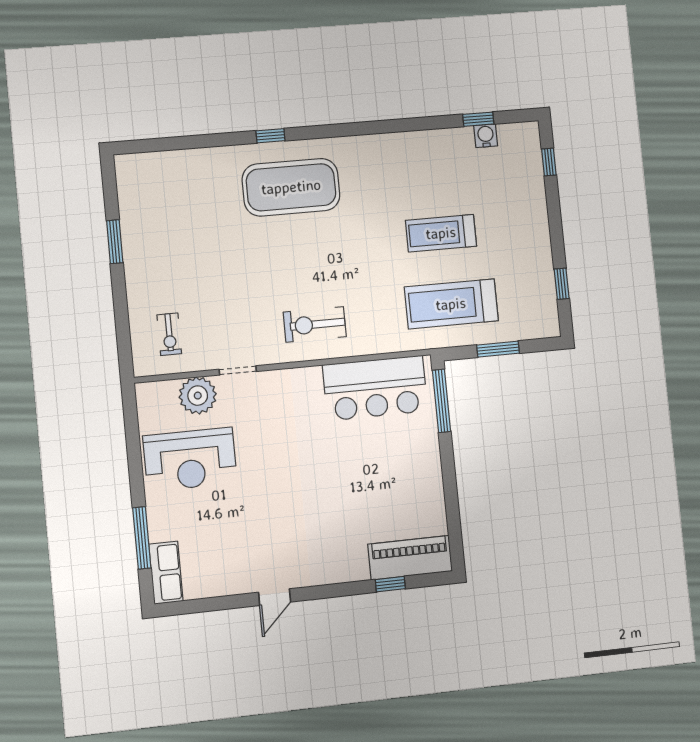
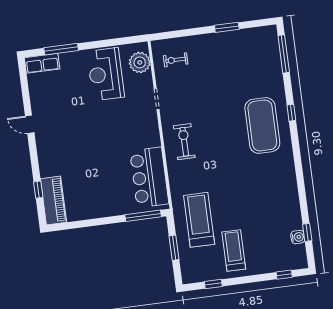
window: (166, 144) -> (284, 54), added
treadmill: (441, 233) -> (234, 250), moved
plant: (198, 396) -> (140, 62), moved

